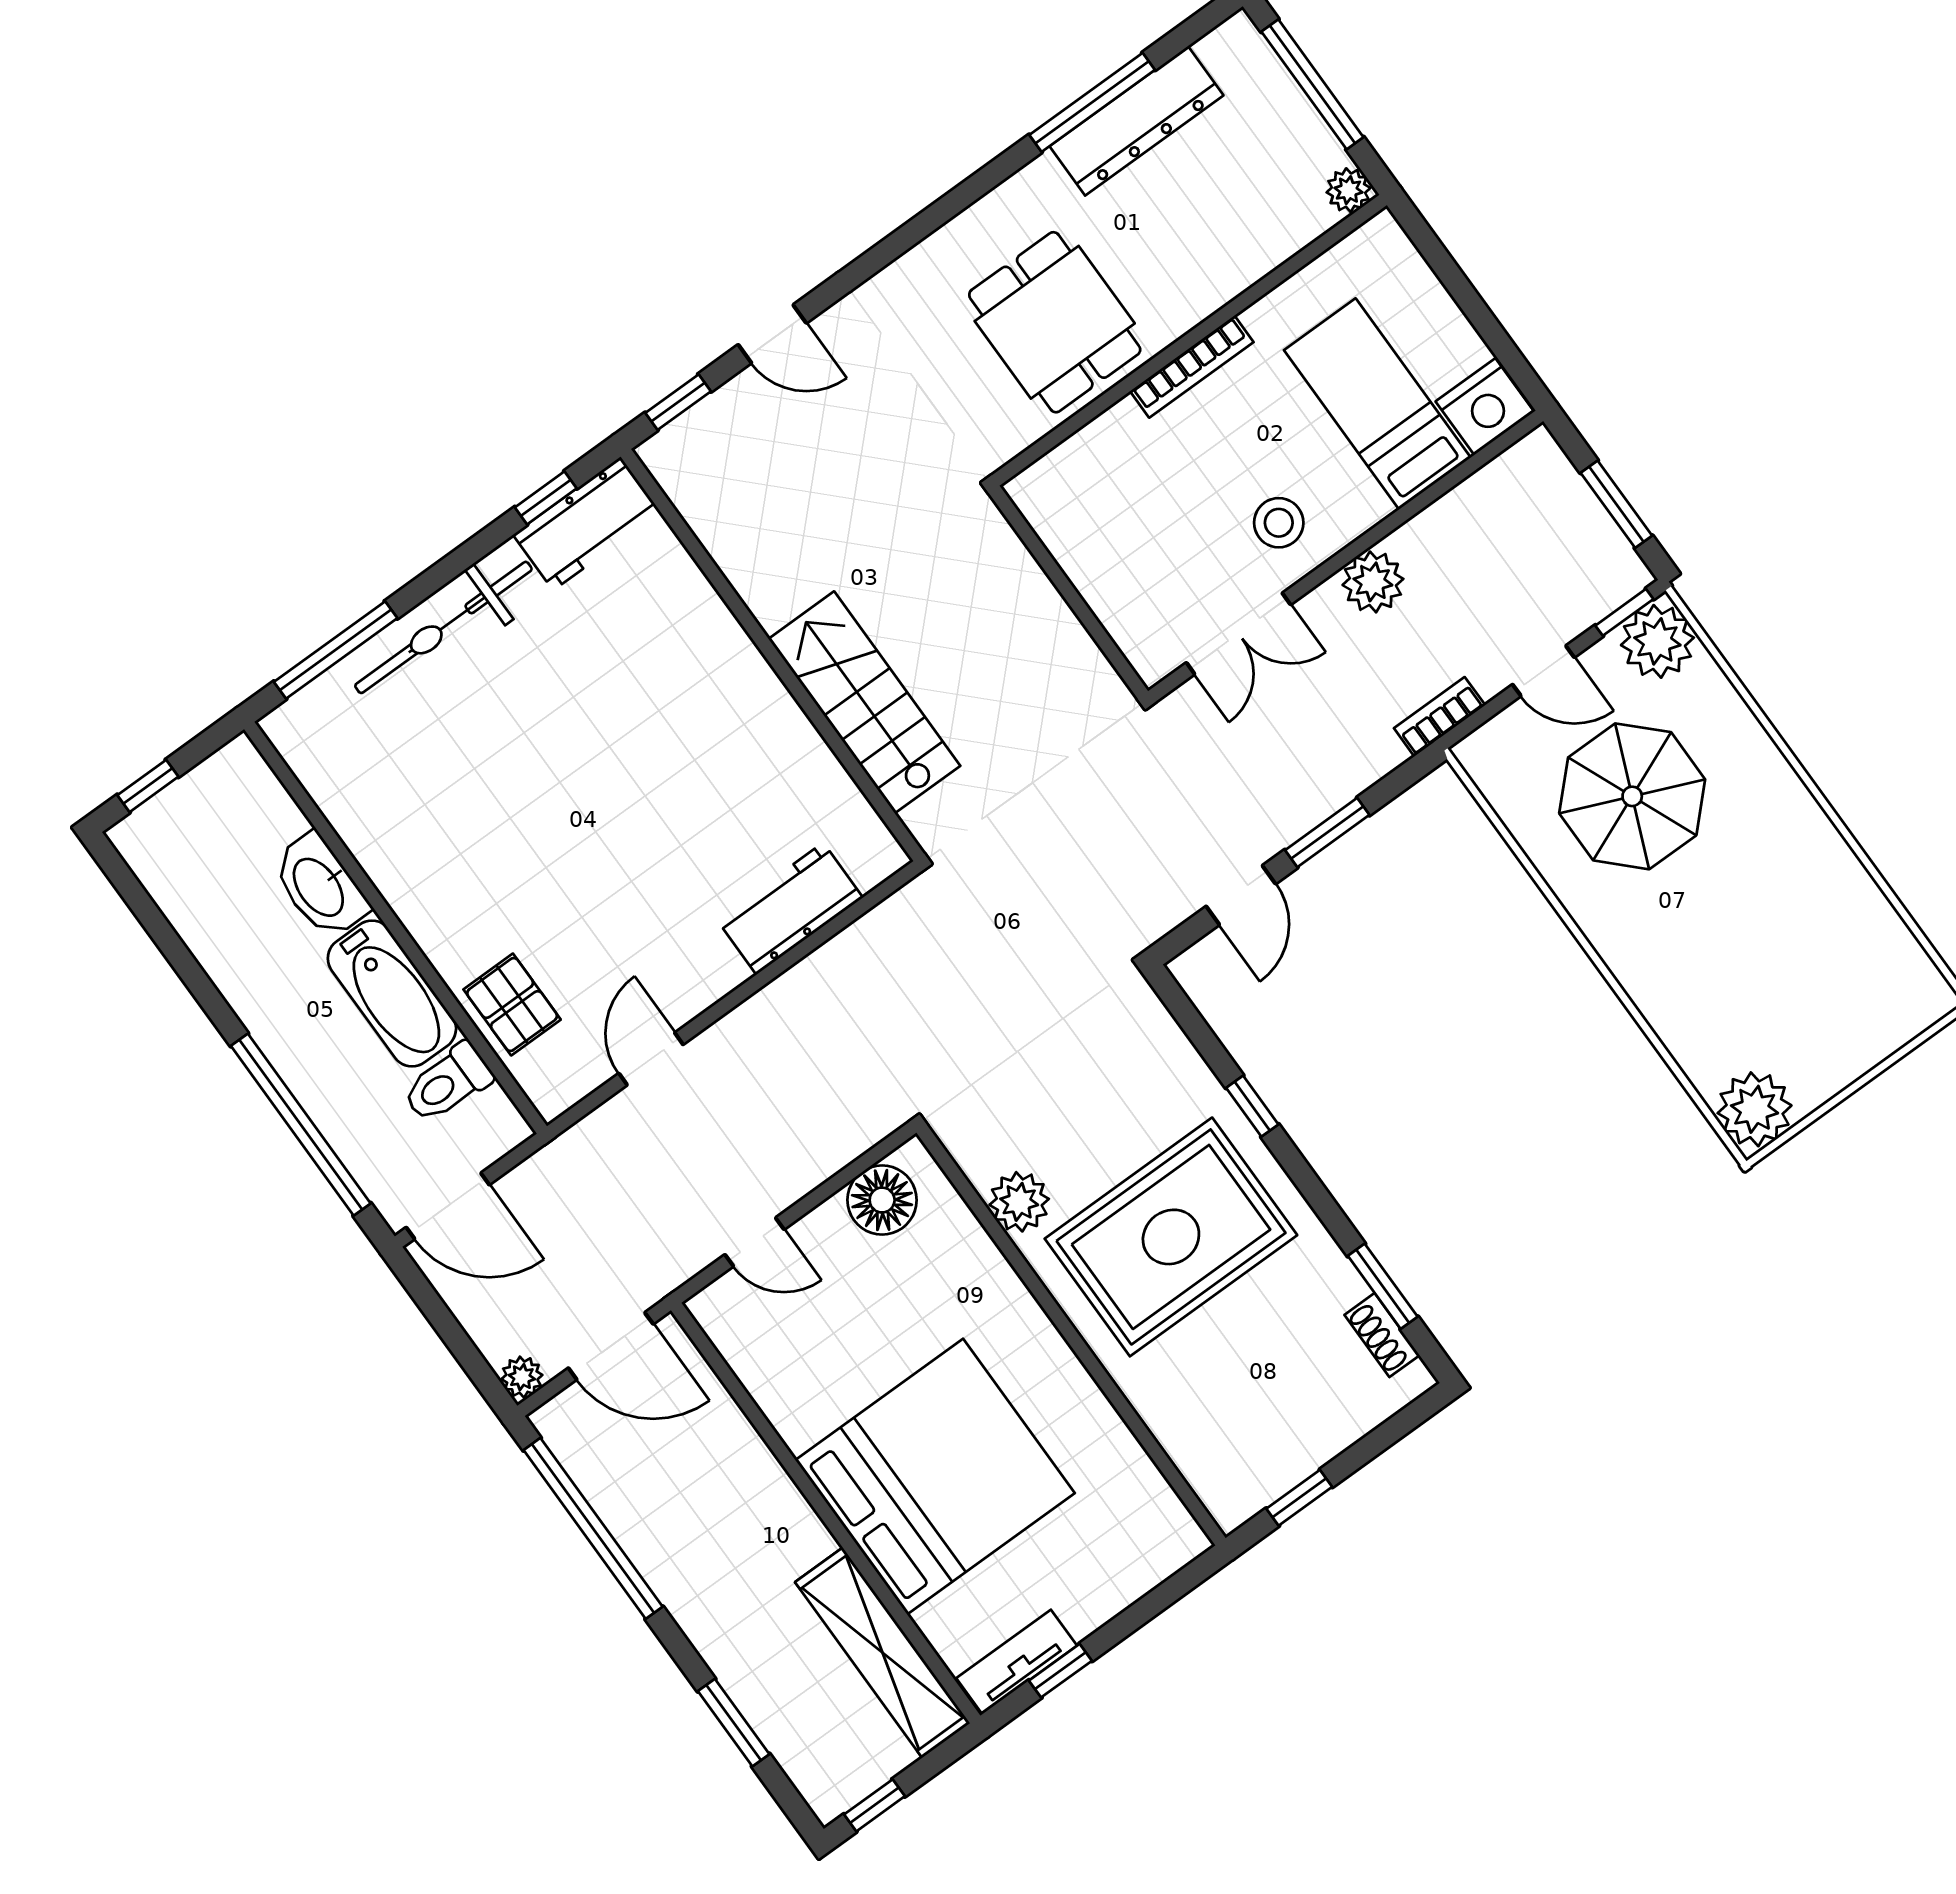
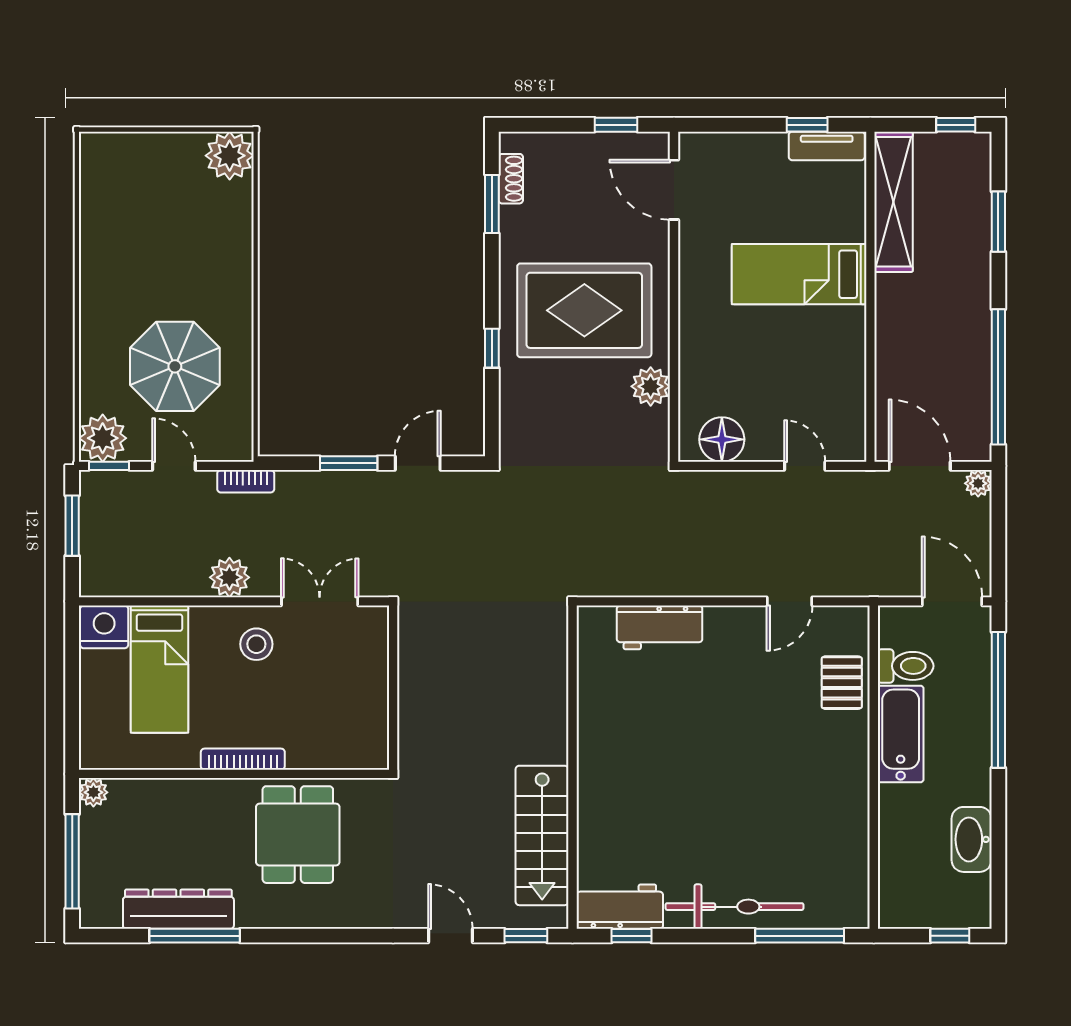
stairs: (864, 702) -> (542, 835), moved
washbasin: (320, 886) -> (972, 839), moved, turned 180
door: (1168, 1469) -> (674, 190), added
bed: (935, 1477) -> (799, 274), width x0.49

